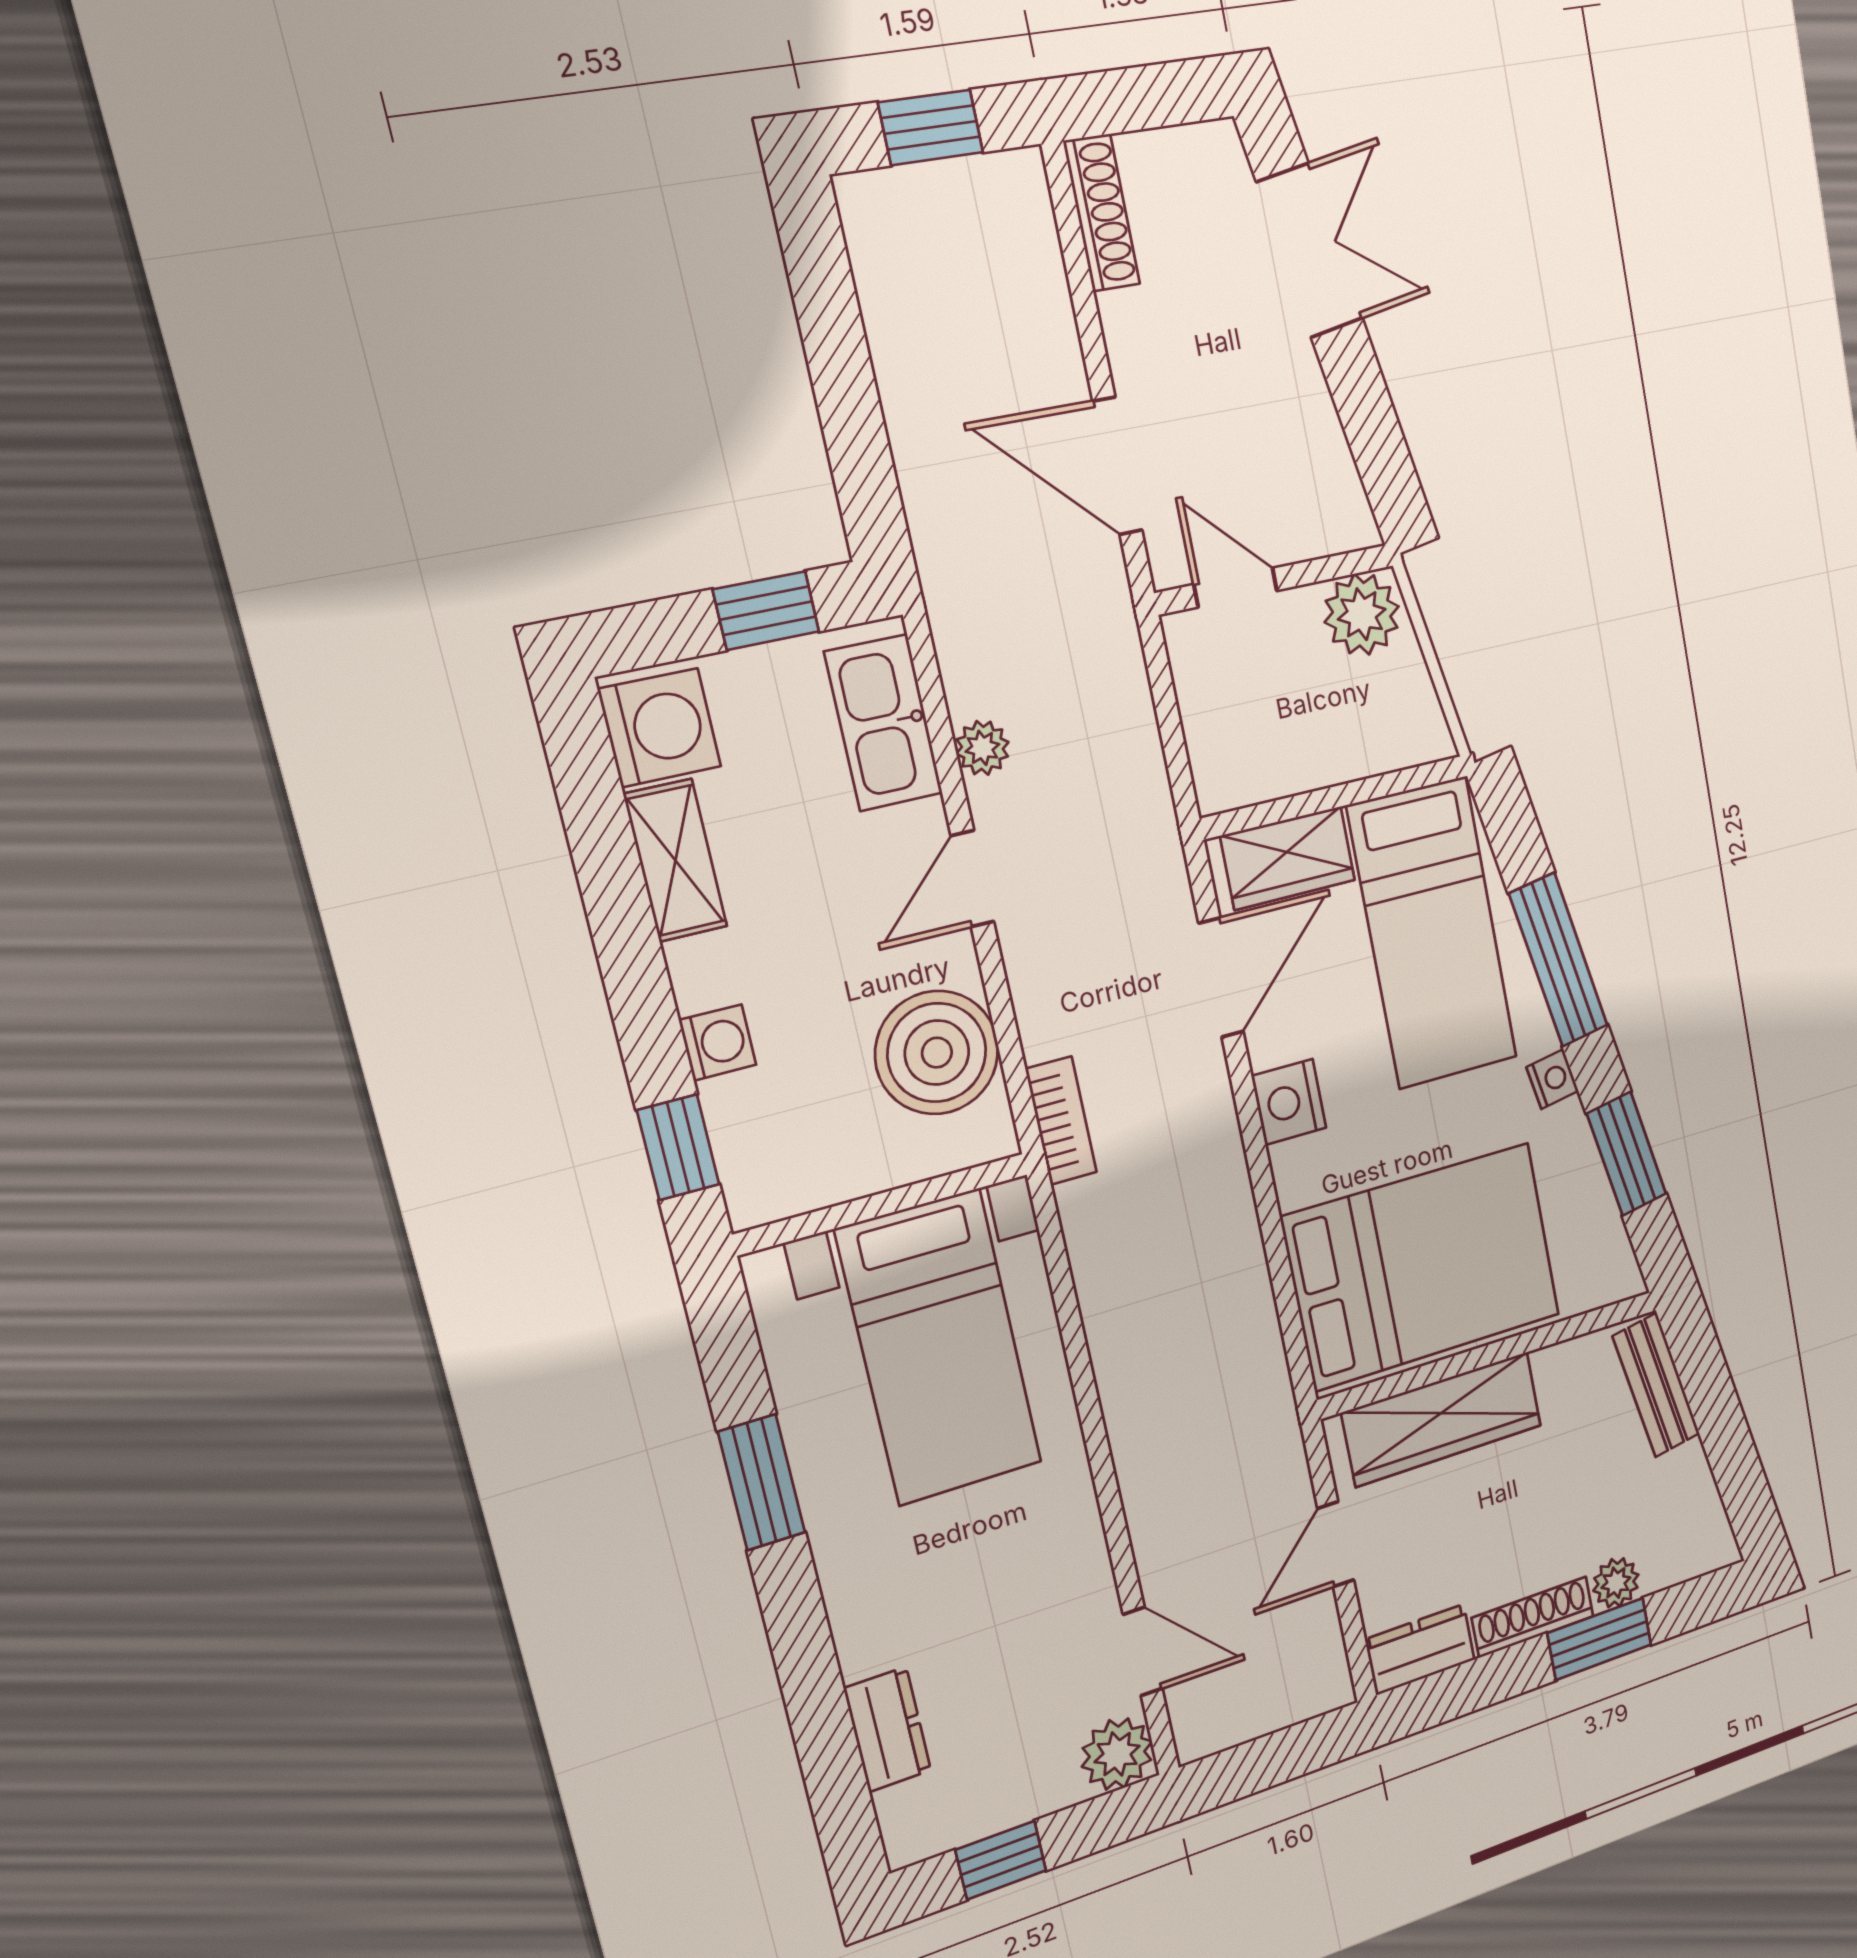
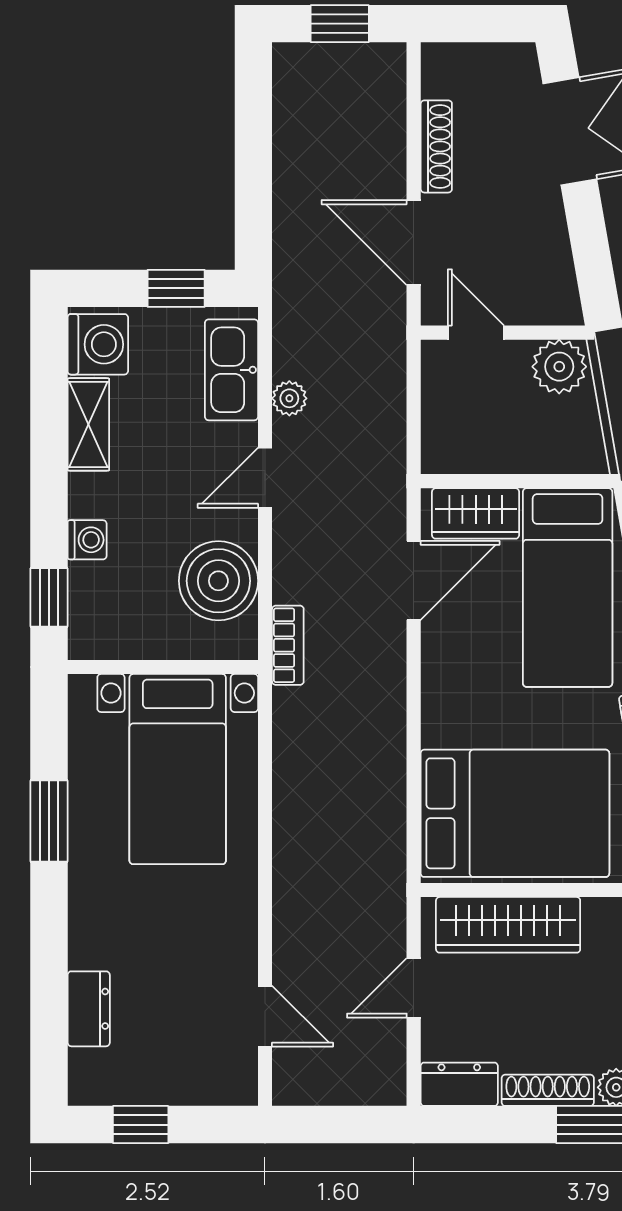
shoe rack: (1102, 213) -> (436, 146), moved
nightstand: (1289, 1102) -> (443, 675), removed
plant: (1117, 1754) -> (233, 1081), removed

